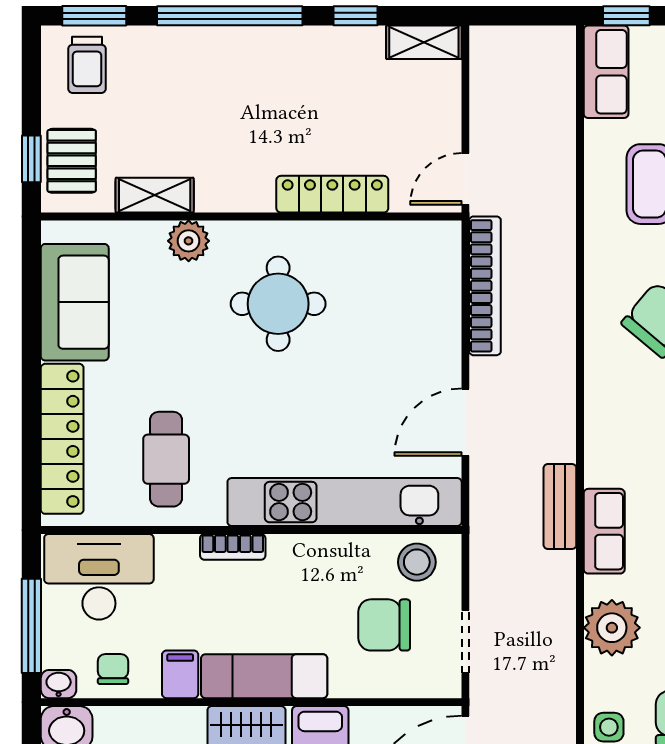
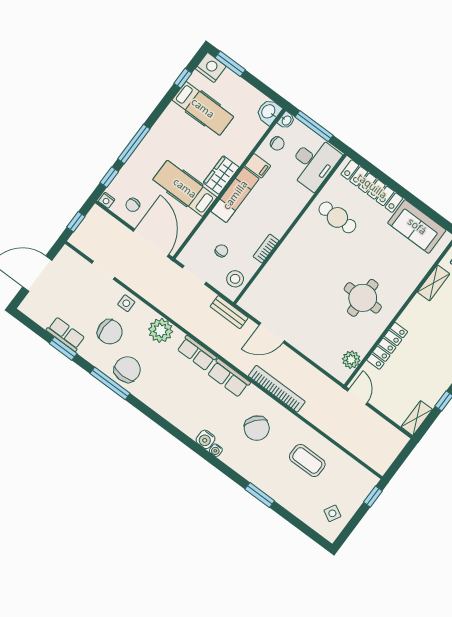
row of seats: (606, 72) -> (229, 378), moved
plant: (189, 241) -> (351, 360), moved
bookcase: (485, 286) -> (277, 389), moved, turned 180
door: (465, 422) -> (272, 333), swing flipped
kitchen unit: (345, 502) -> (275, 269), removed
bench: (560, 507) -> (229, 312), moved
bookcase: (233, 547) -> (266, 249), moved
chair: (384, 625) -> (221, 251), width x0.54, depth x0.54

